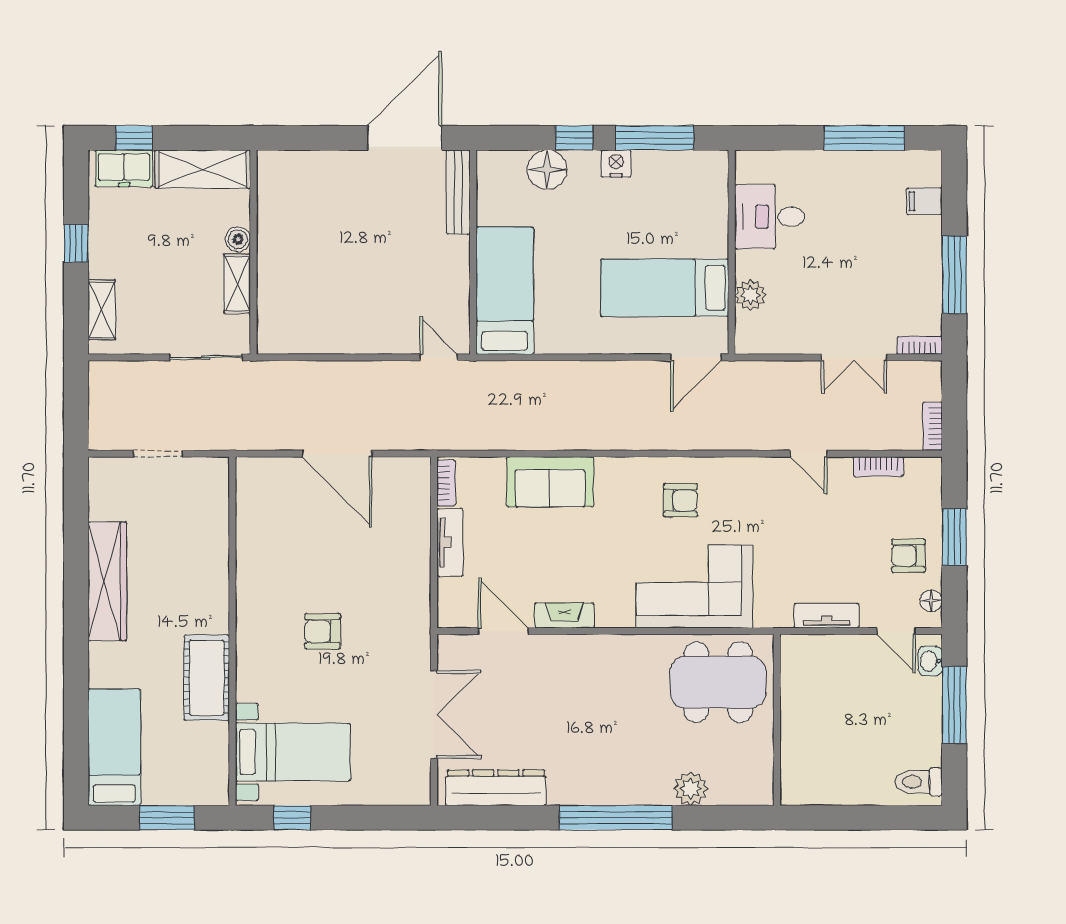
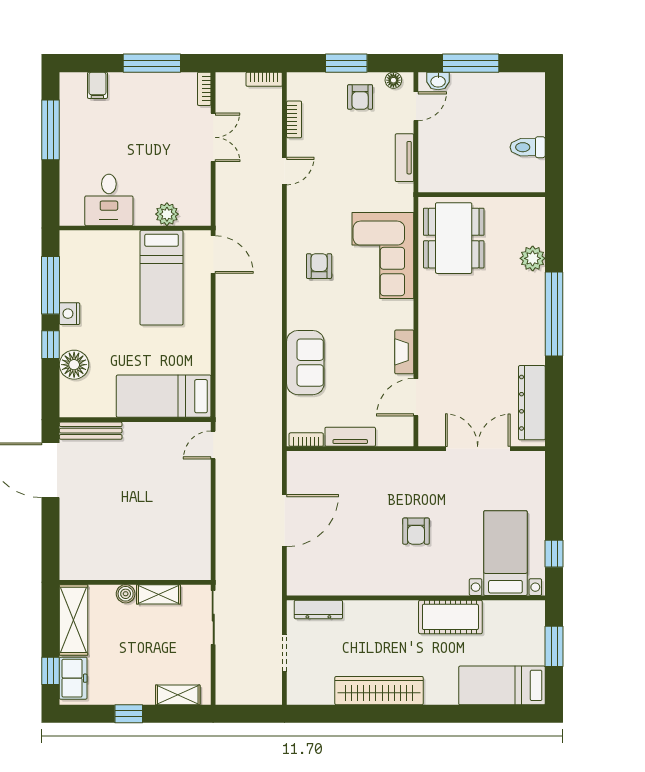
dresser: (217, 499) -> (318, 609), added
toilet: (919, 782) -> (528, 147), moved, turned 90

